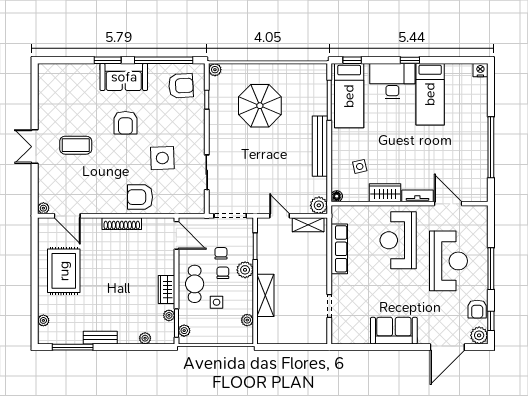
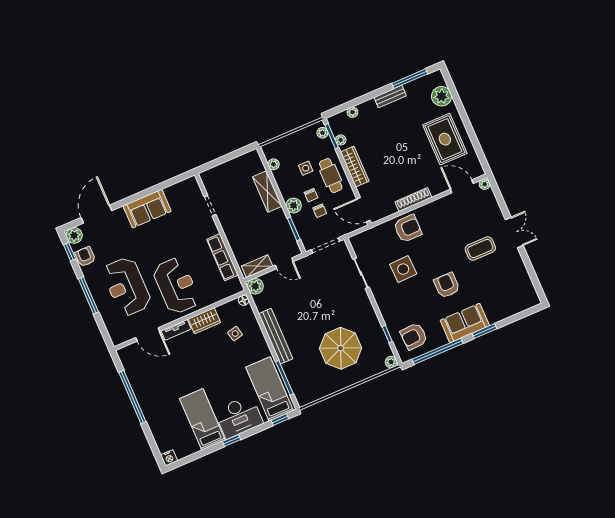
wardrobe: (166, 289) -> (355, 167), width x1.50
plant: (43, 320) -> (442, 96), width x1.88, depth x1.88

